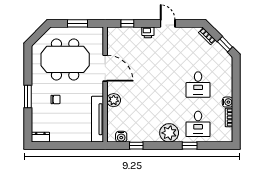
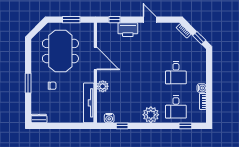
printer: (148, 32) -> (128, 30), width x1.87, depth x1.48
meeting table: (65, 59) -> (60, 51), turned 90
window: (190, 146) -> (185, 126), moved

